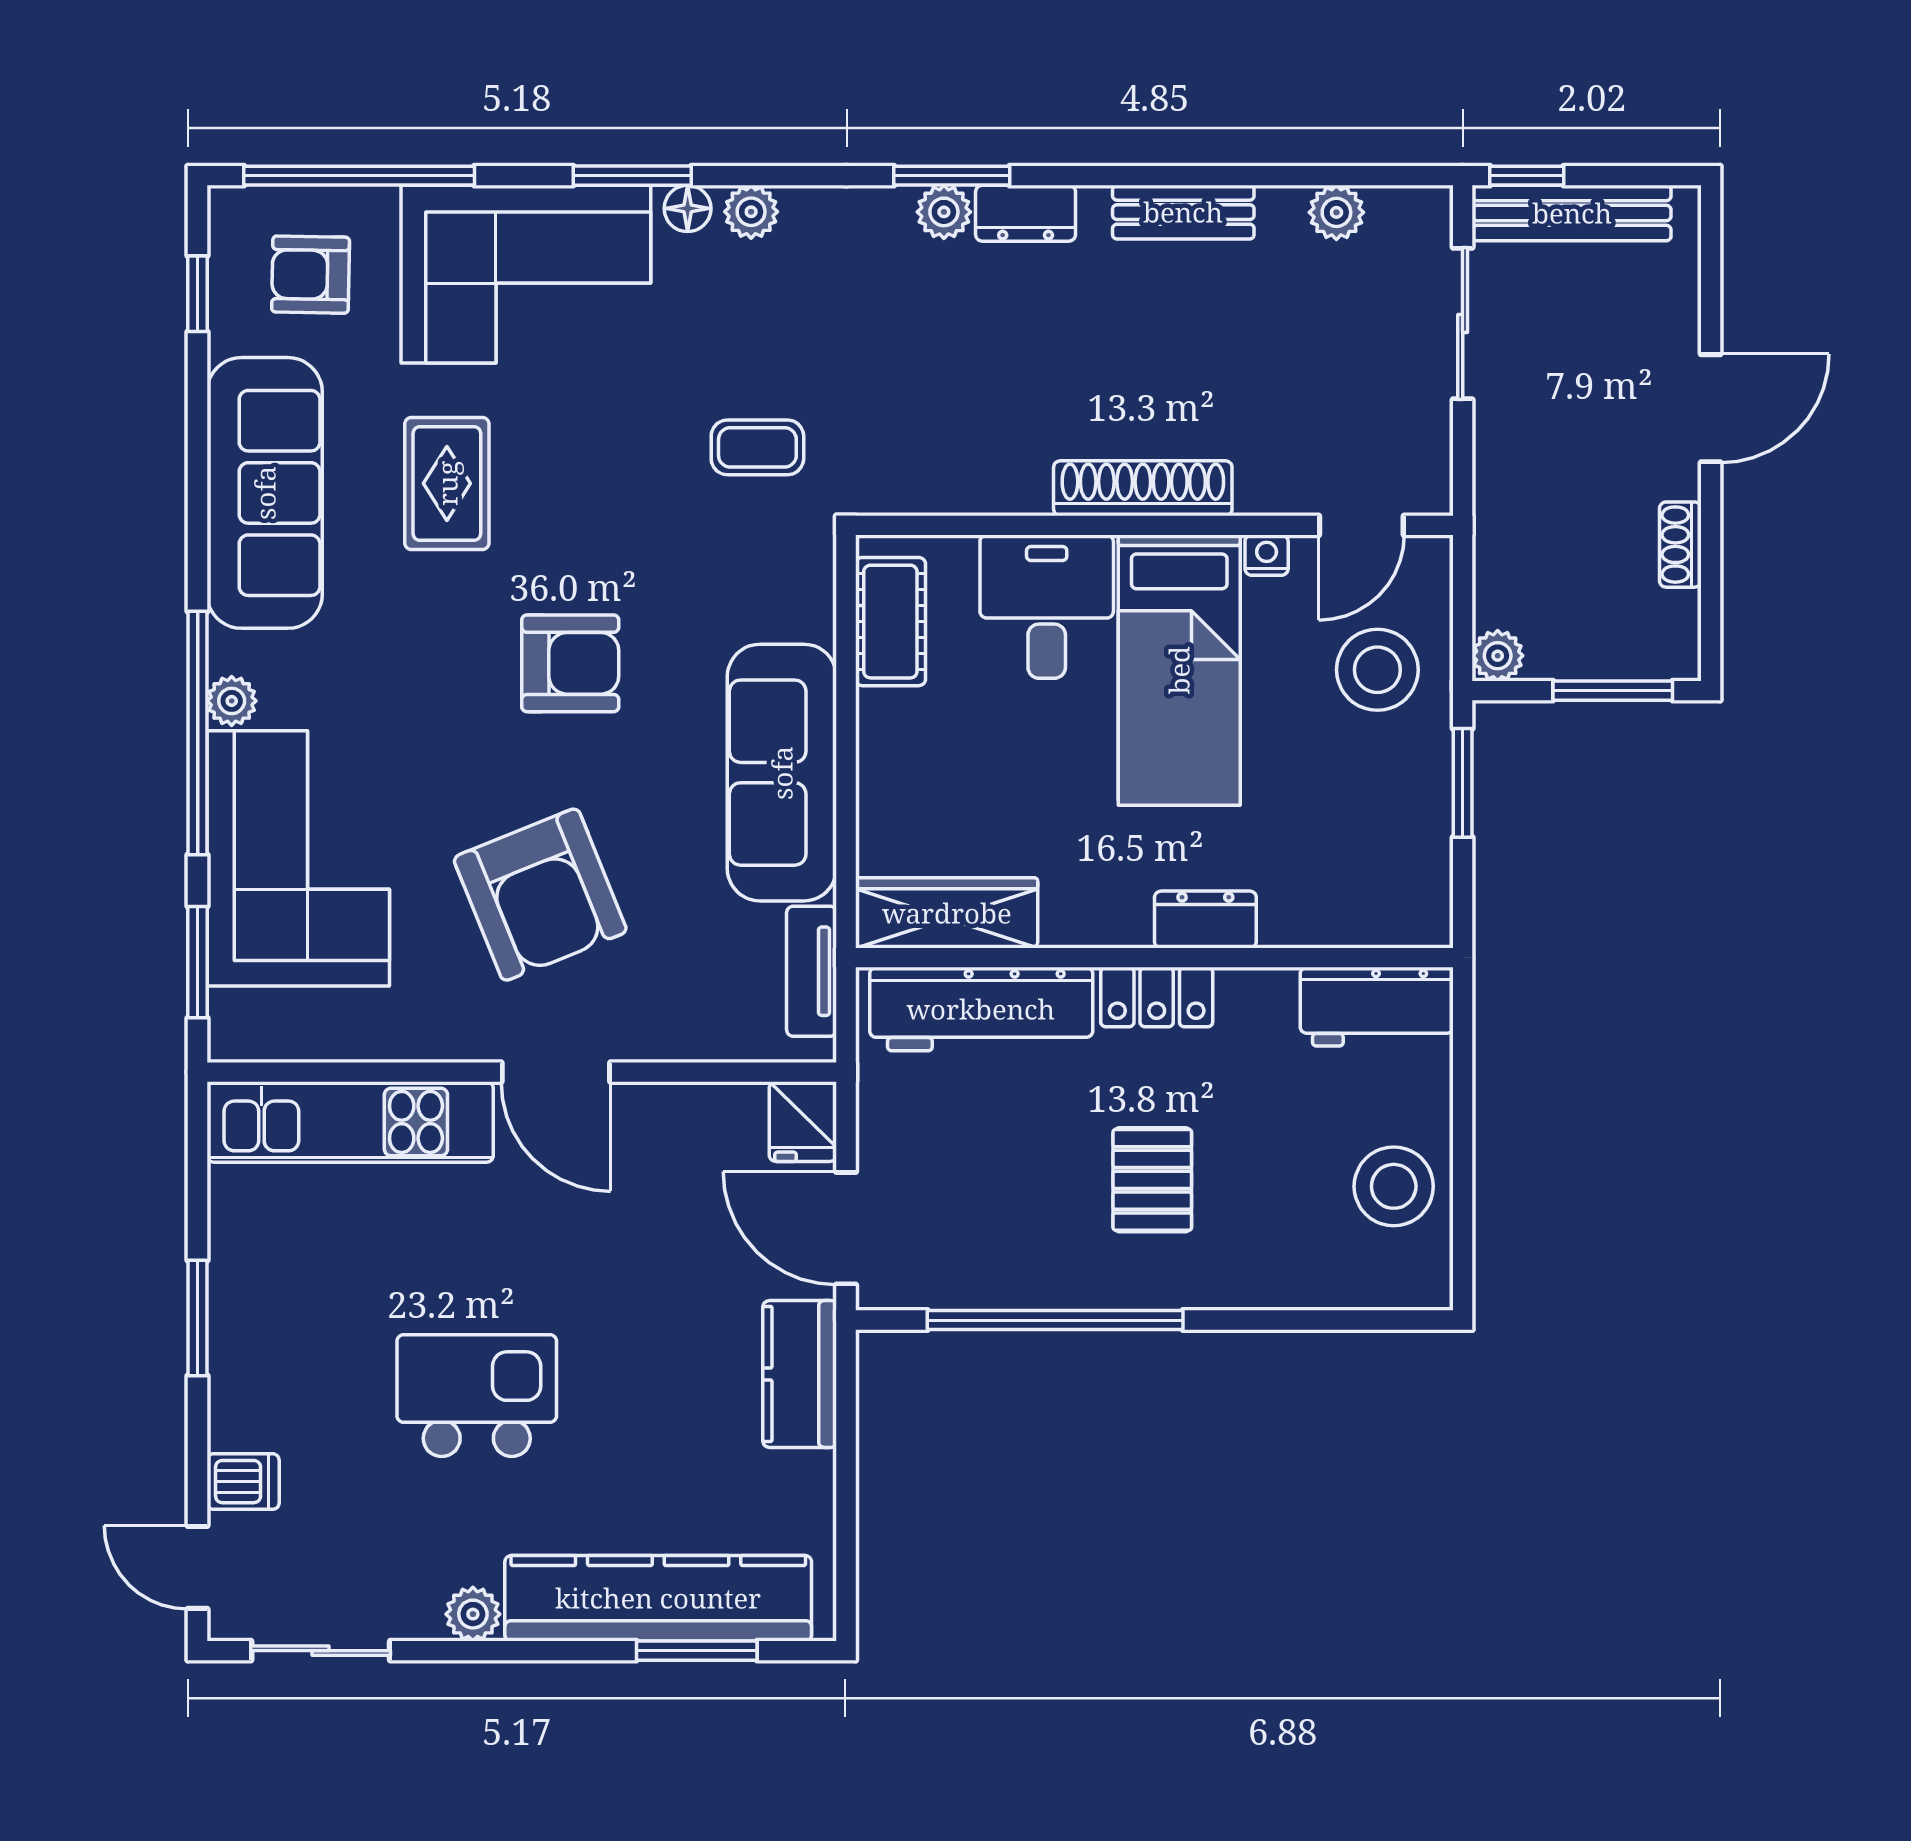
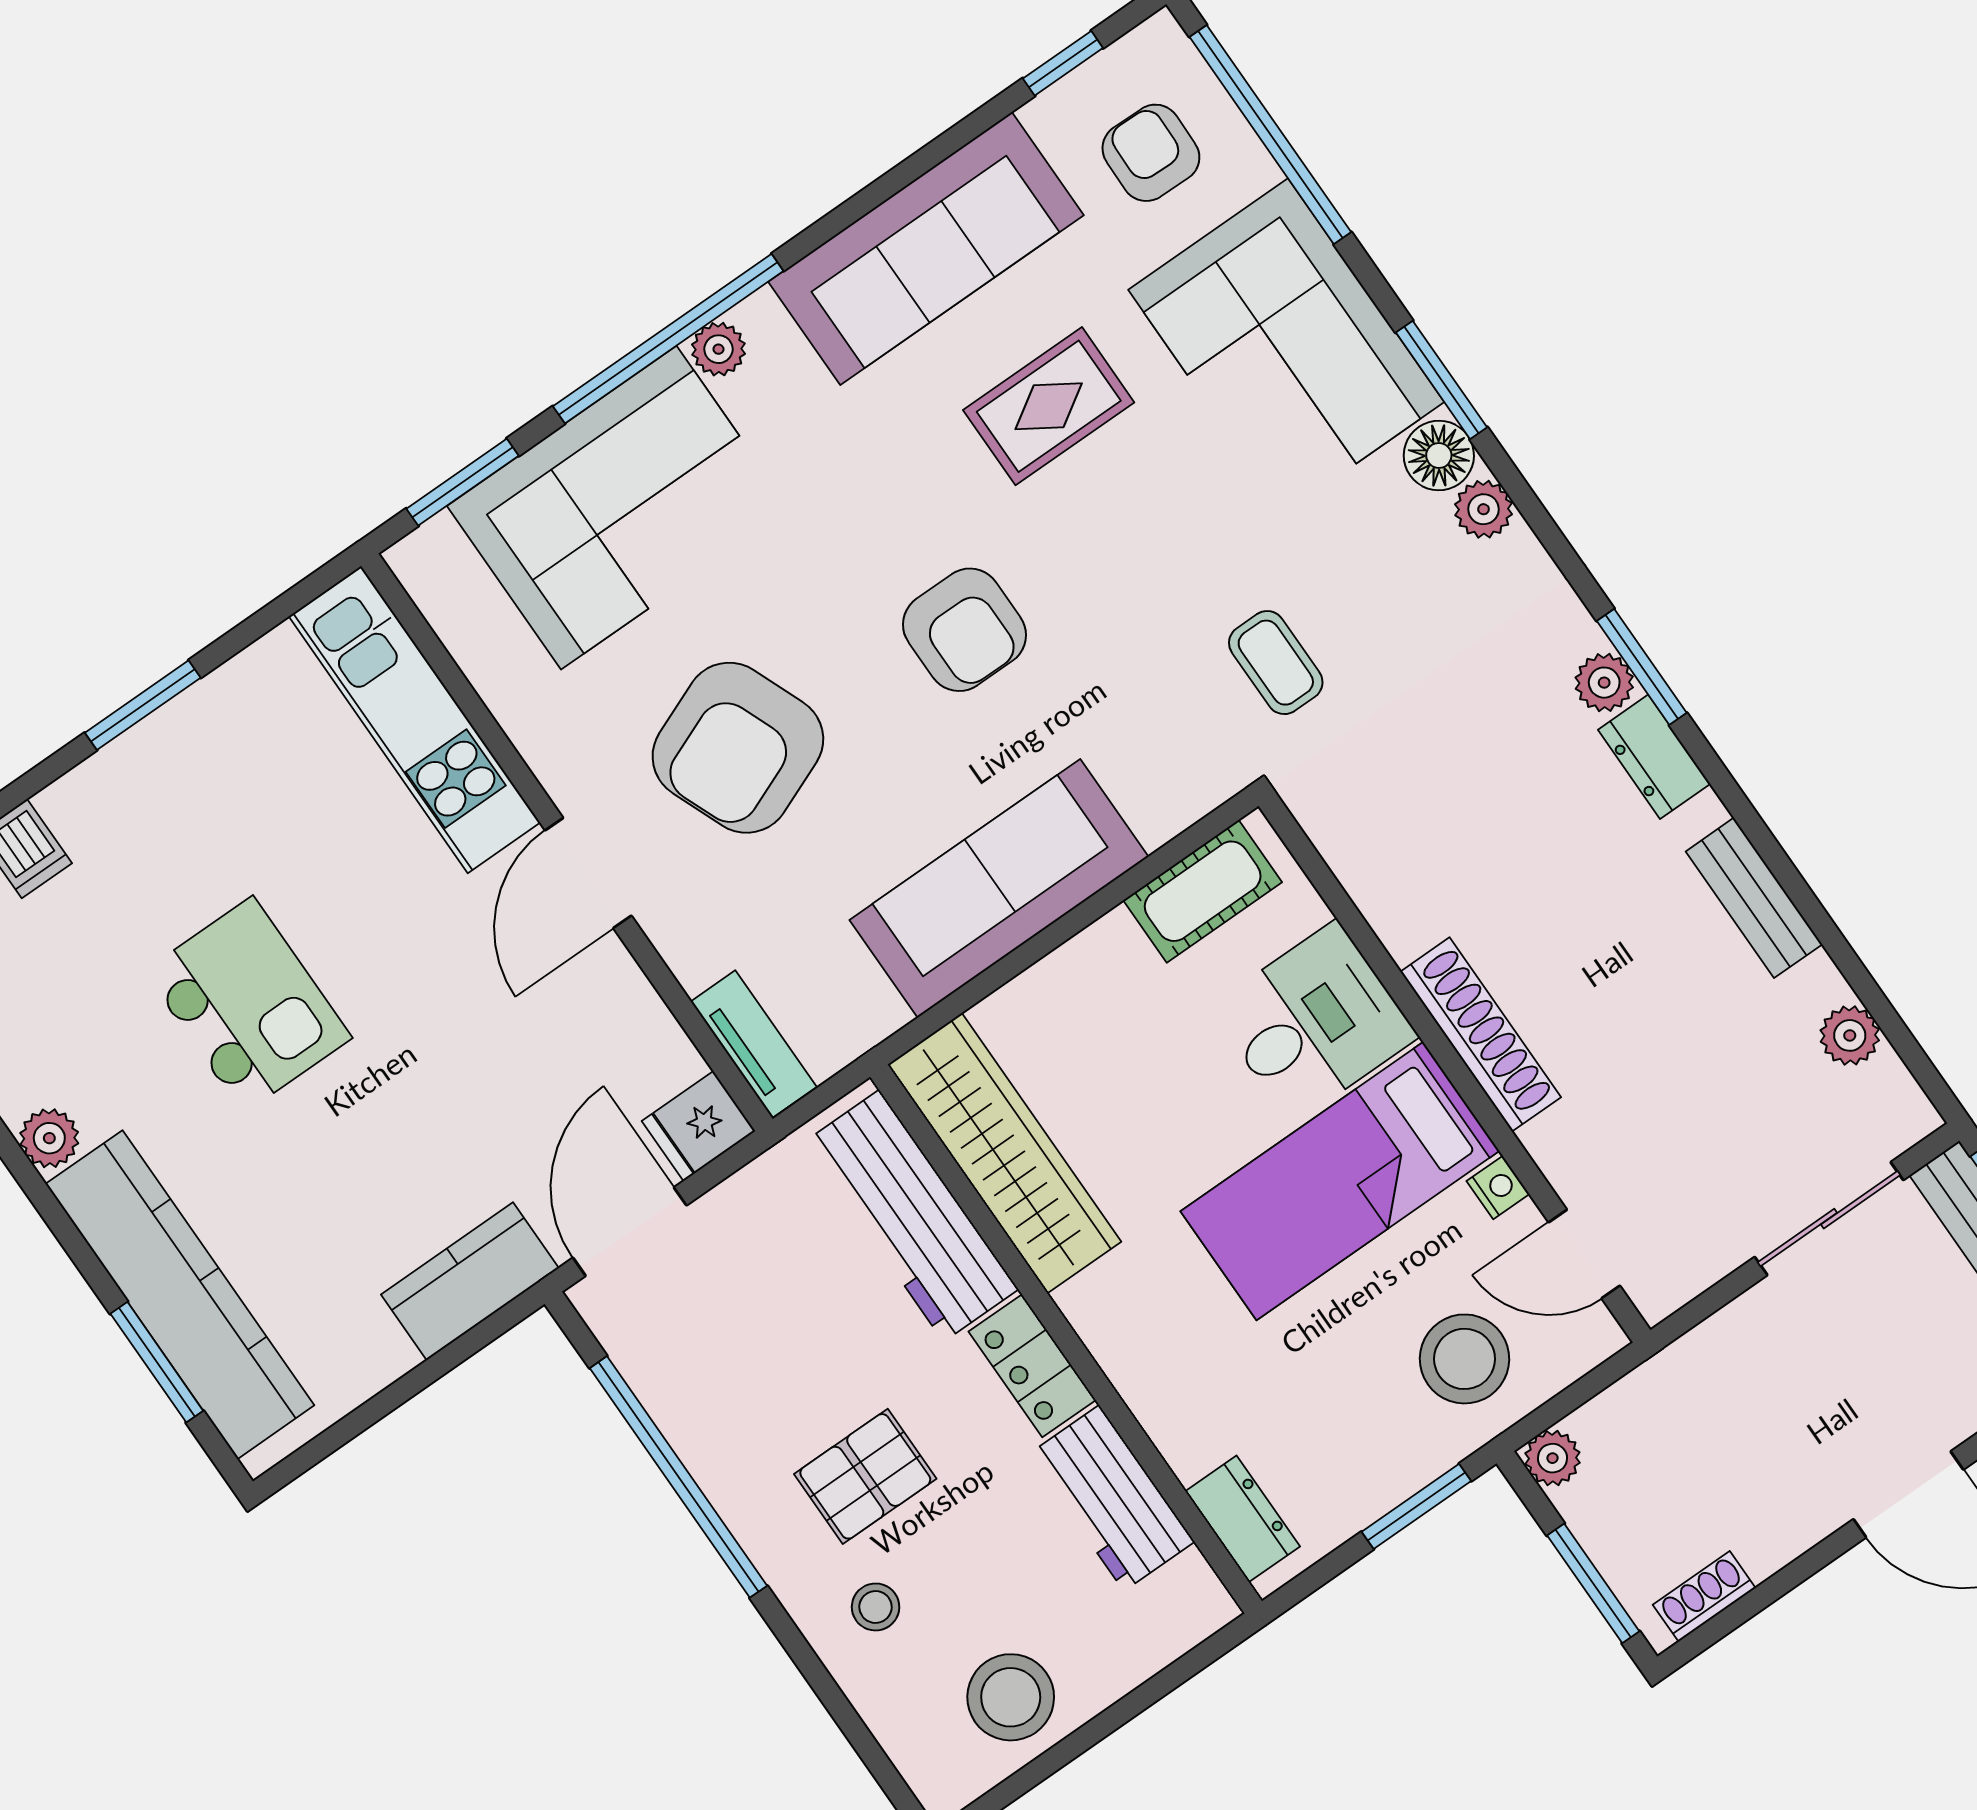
floor lamp: (688, 208) -> (1439, 455), width x1.37, depth x1.37
shoe rack: (1680, 545) -> (1704, 1596), moved
wardrobe: (947, 913) -> (1004, 1153), width x1.40, depth x1.17
dresser: (1205, 920) -> (1243, 1519), moved
tv unit: (812, 971) -> (754, 1044), moved, turned 90
workbench: (1377, 1007) -> (1112, 1498), moved
stool: (1255, 1240) -> (876, 1607), added

